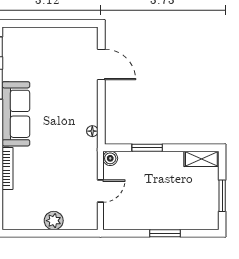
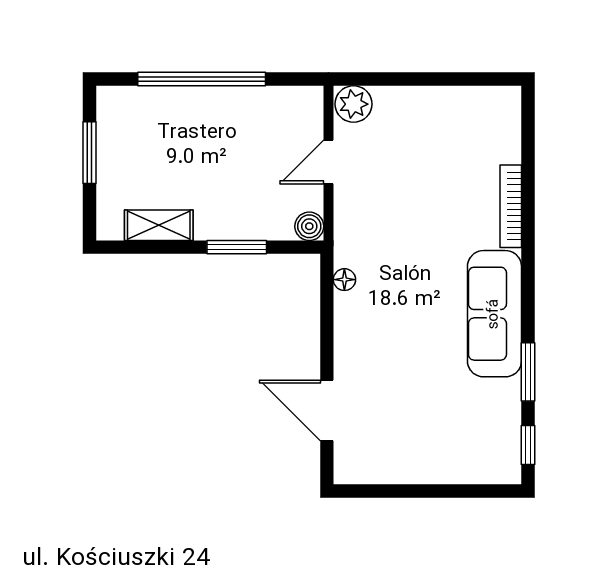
shelving: (201, 159) -> (159, 225), moved
plant: (54, 221) -> (354, 104), moved
window: (165, 233) -> (202, 79), width x2.11

